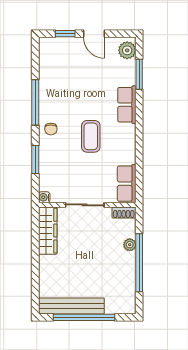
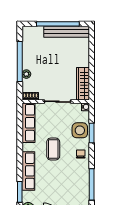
window: (35, 102) -> (92, 184), moved
row of seats: (127, 105) -> (28, 171), width x1.48
side table: (52, 163) -> (80, 130), added
row of seats: (127, 184) -> (28, 123), width x1.48

